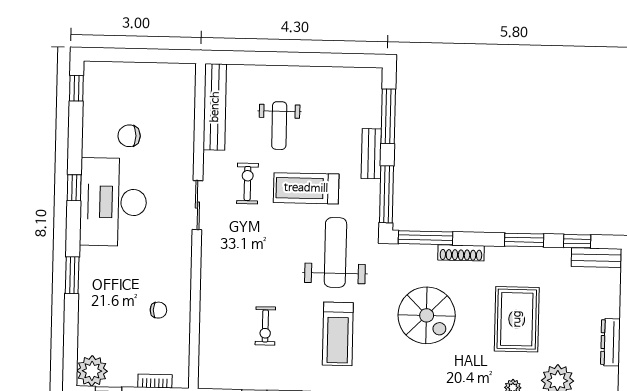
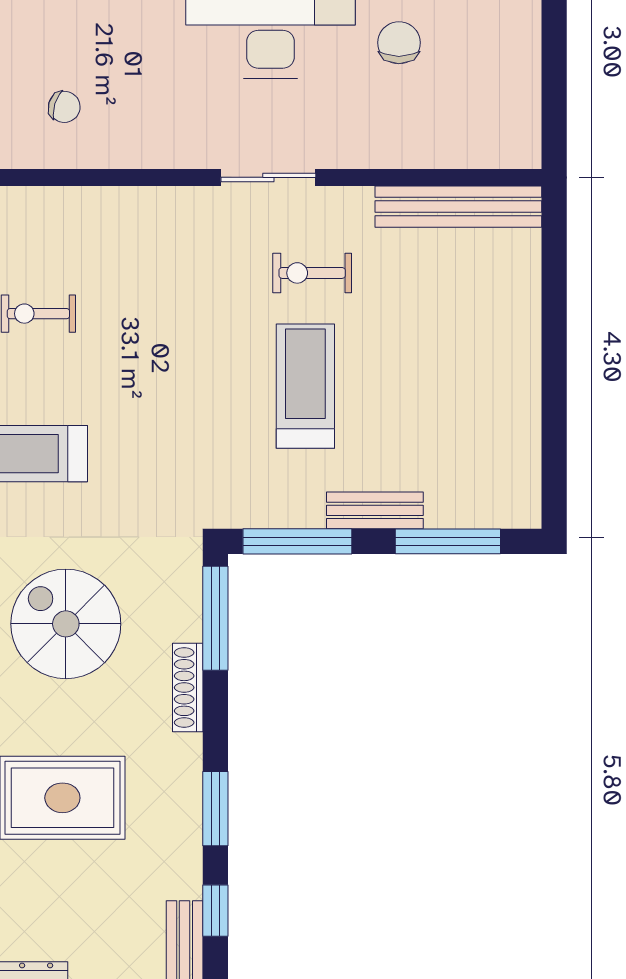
weight bench: (279, 126) -> (425, 332), removed
exercise bike: (247, 184) -> (312, 273), turned 180
weight bench: (335, 252) -> (183, 445), removed
chair: (158, 310) -> (64, 107), turned -73
spiral stairs: (427, 315) -> (66, 624), turned 90

